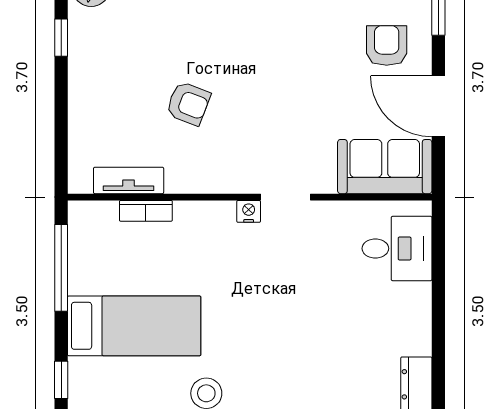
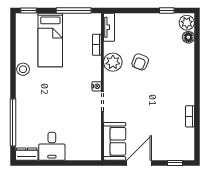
armchair: (387, 45) -> (164, 142), removed
plant: (189, 171) -> (113, 62), added
tv unit: (129, 180) -> (109, 27), moved
desk: (397, 248) -> (52, 146), moved

